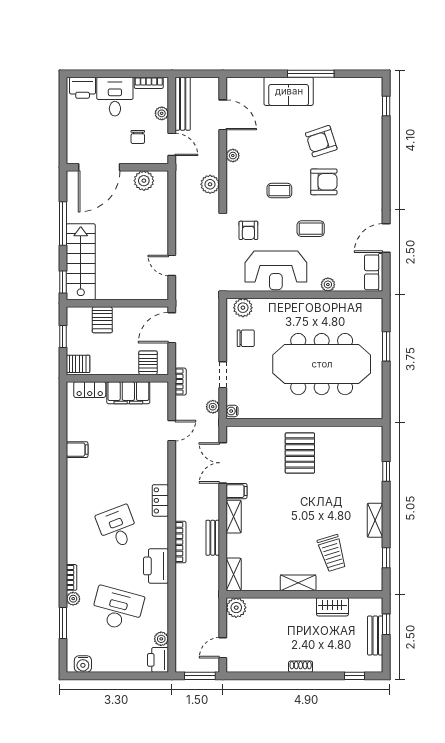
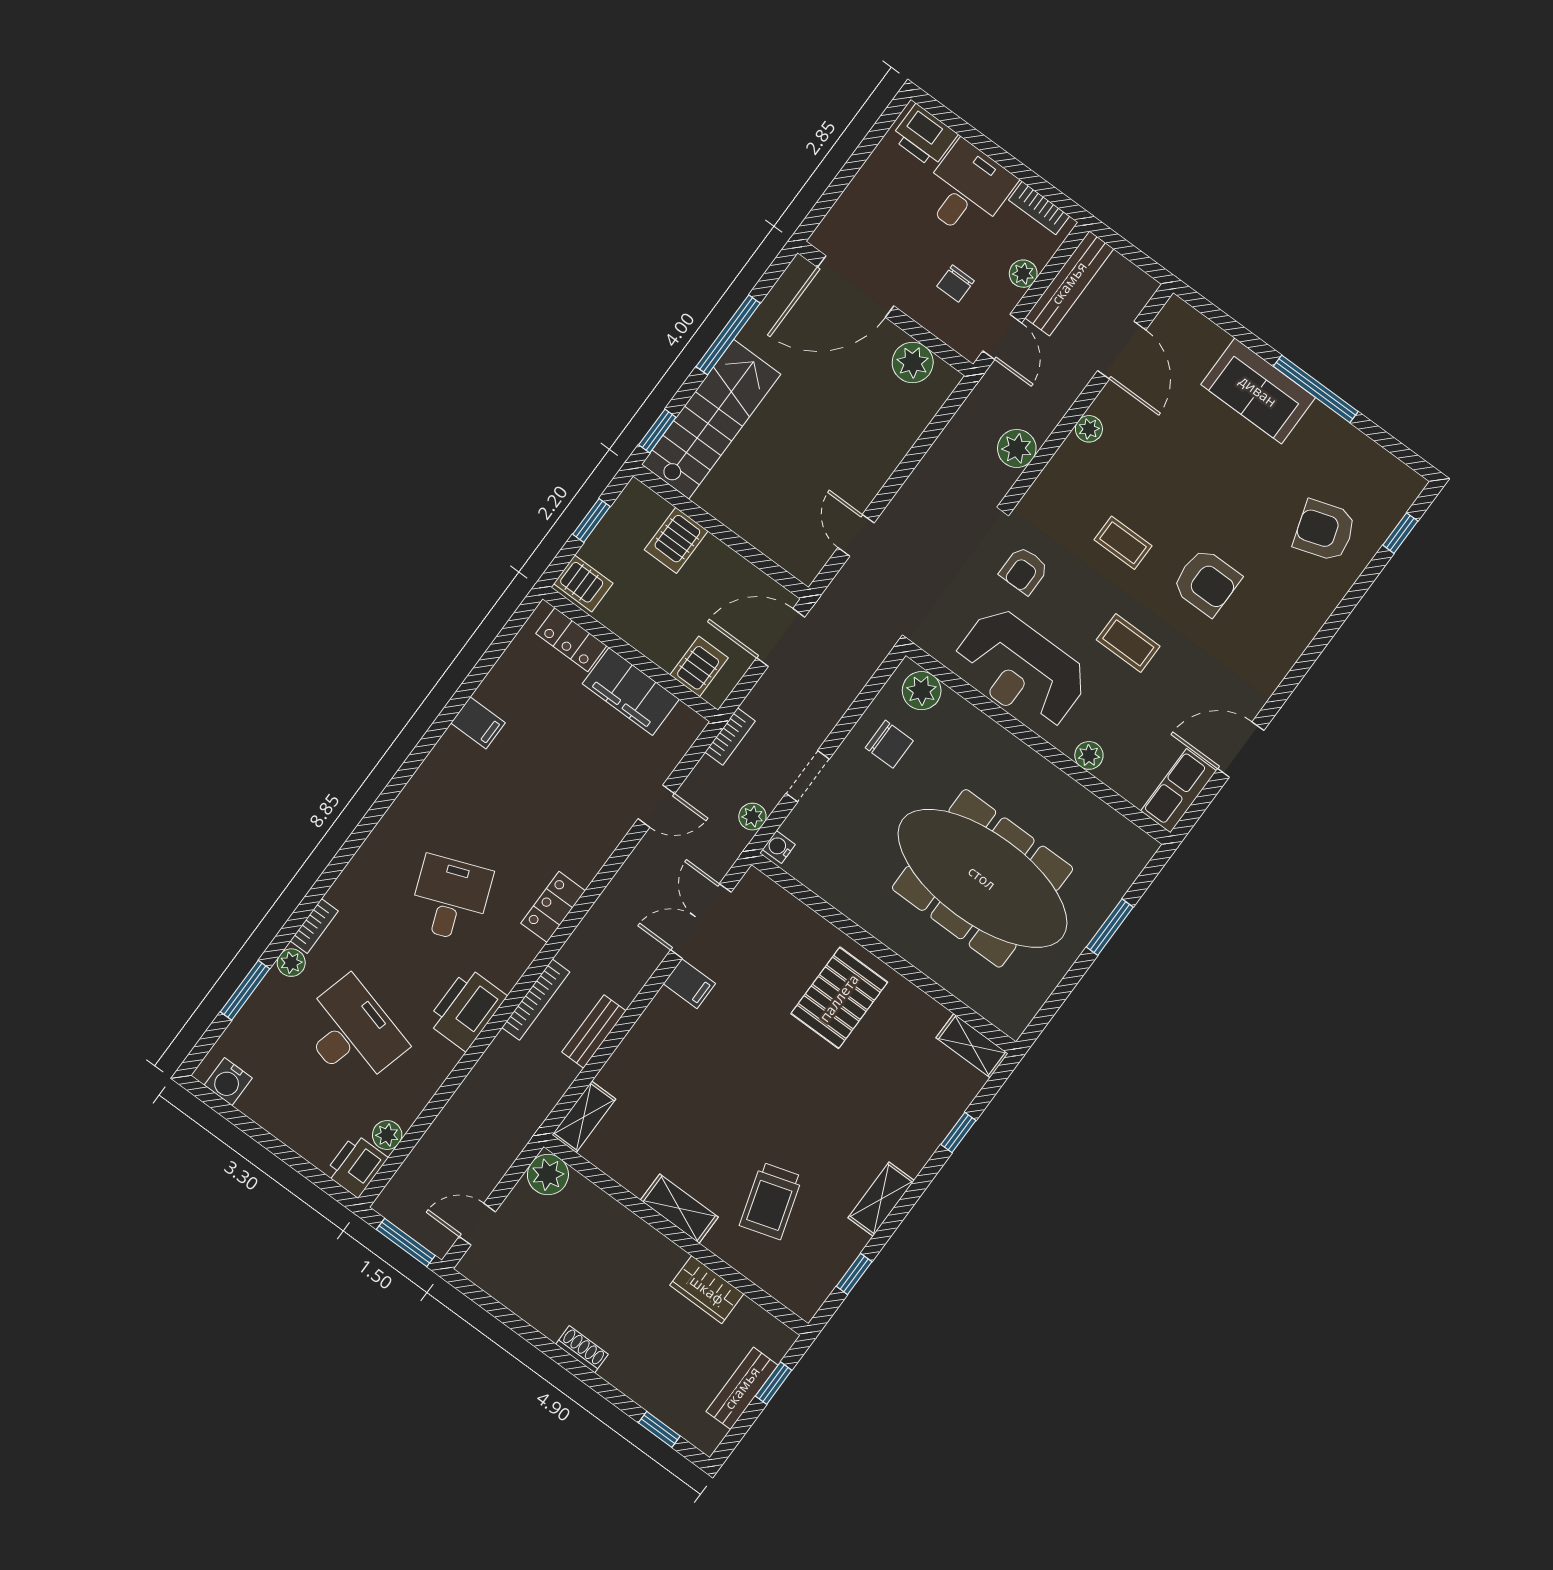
armchair: (321, 141) -> (1325, 531), moved
shelving: (234, 517) -> (972, 1046), moved, turned 90

